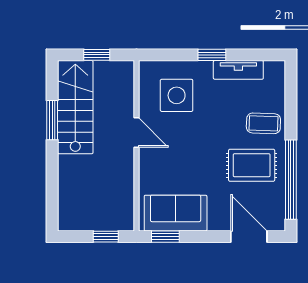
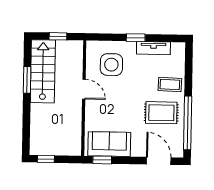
window: (106, 237) -> (46, 159), moved

